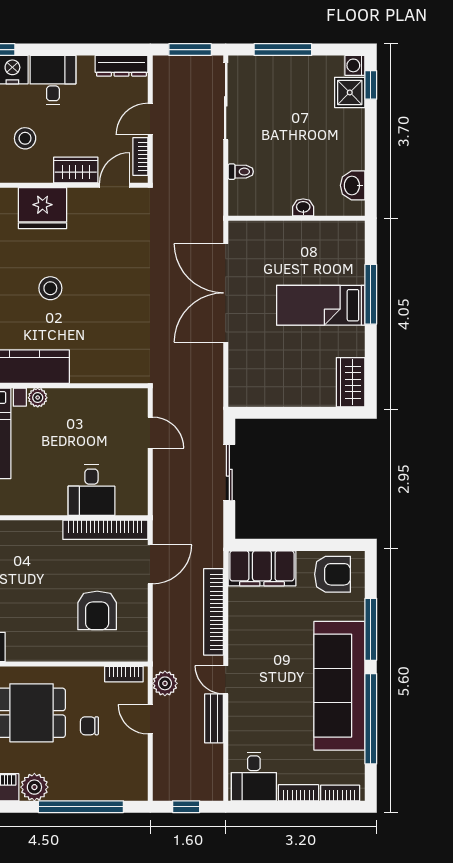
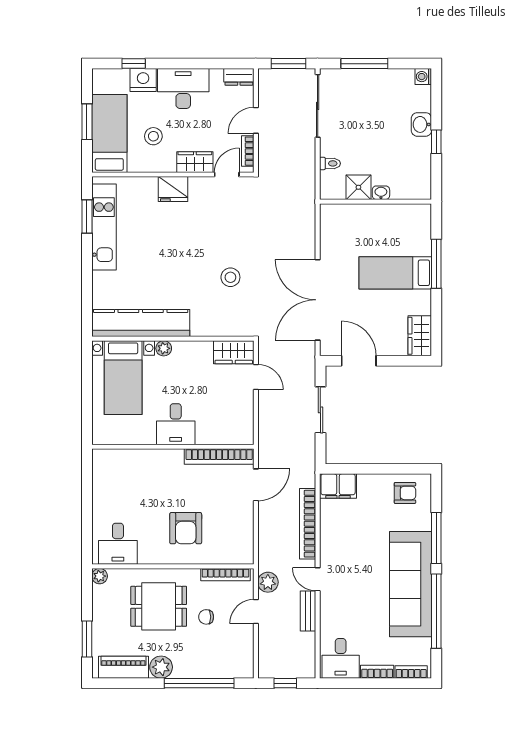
dresser: (122, 66) -> (239, 77), width x0.70
desk: (53, 80) -> (183, 89), width x1.37
window: (371, 85) -> (436, 142), moved
shower: (350, 92) -> (358, 187), moved
washbasin: (353, 185) -> (421, 124), moved
fridge: (43, 208) -> (173, 189), width x0.73, depth x0.75
stool: (50, 288) -> (230, 277), moved
double door: (226, 293) -> (318, 300), moved
wardrobe: (123, 402) -> (234, 352), added
door: (276, 413) -> (359, 361), added
desk: (91, 490) -> (176, 424), moved
filing cabinet: (262, 568) -> (338, 486), width x0.67, depth x0.86
armchair: (332, 574) -> (405, 493), width x0.72, depth x0.72
armchair: (97, 610) -> (186, 528), moved
bookcase: (124, 674) -> (225, 575), width x1.56
door: (150, 719) -> (256, 612), hinge flipped

